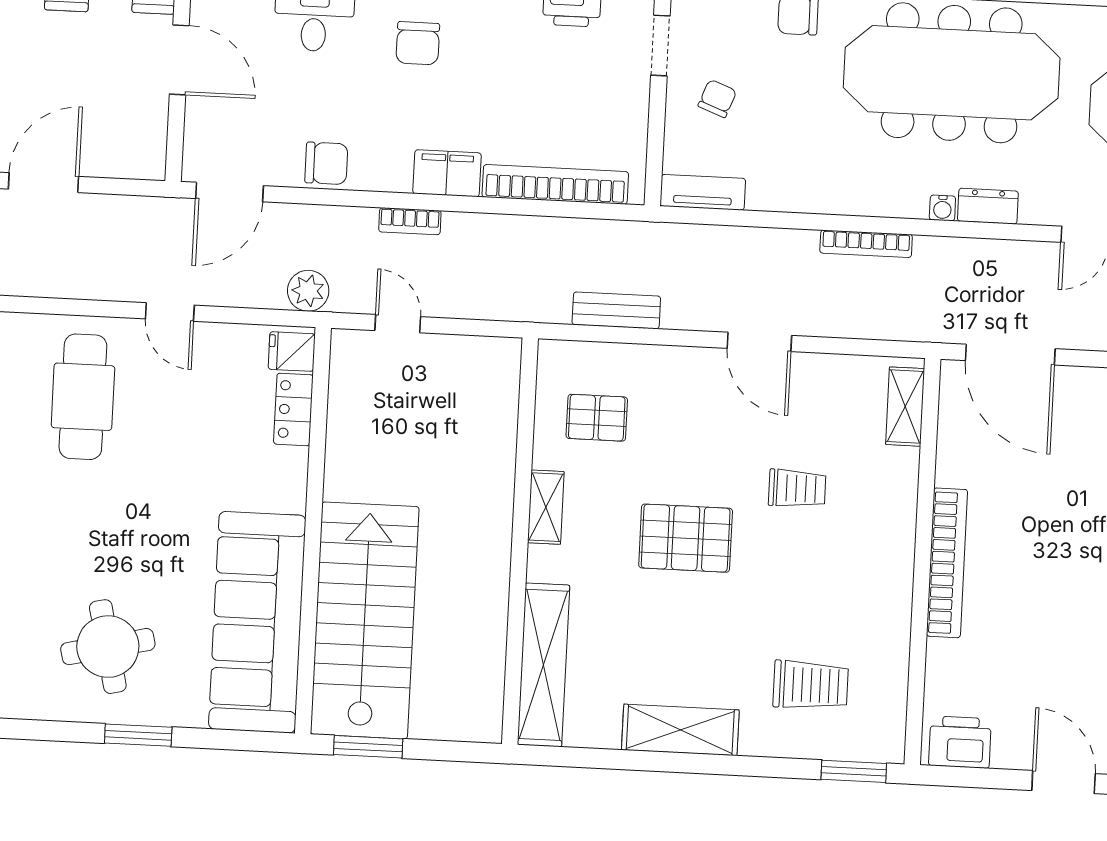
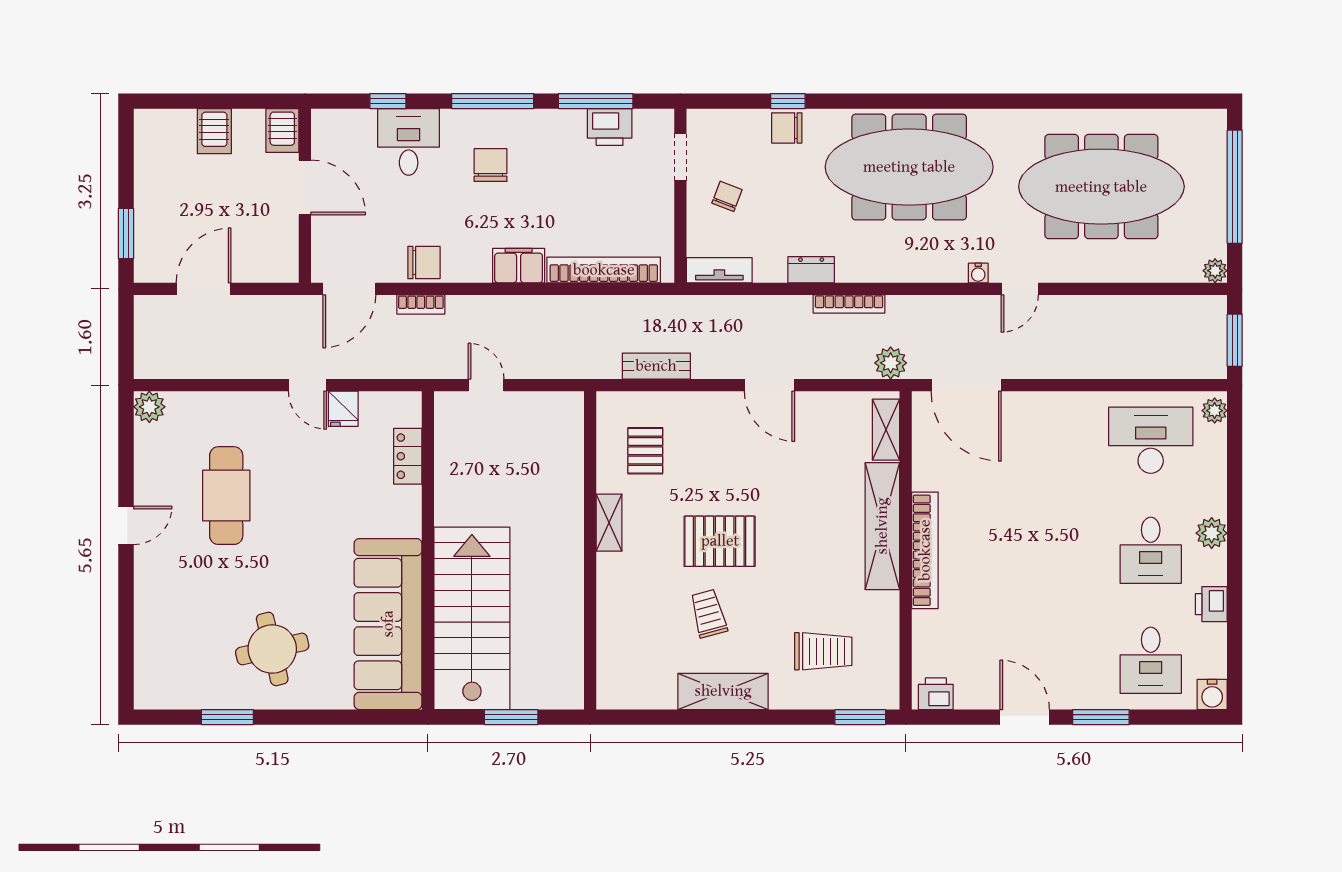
chair: (418, 43) -> (491, 165), turned 180
dresser: (988, 206) -> (811, 270), moved
water cooler: (942, 208) -> (978, 273), moved
bookcase: (410, 221) -> (421, 304), moved
plant: (308, 291) -> (891, 363), moved
fridge: (292, 352) -> (343, 409), moved, turned -90
cafe table: (83, 397) -> (226, 496), moved
pallet: (597, 418) -> (645, 451), turned 90
trolley: (797, 488) -> (709, 614), moved, turned -105
shelving: (544, 665) -> (882, 526), moved
window: (138, 735) -> (227, 717), moved
printer: (960, 742) -> (936, 694), width x0.73, depth x0.81
window: (368, 747) -> (511, 717), moved

